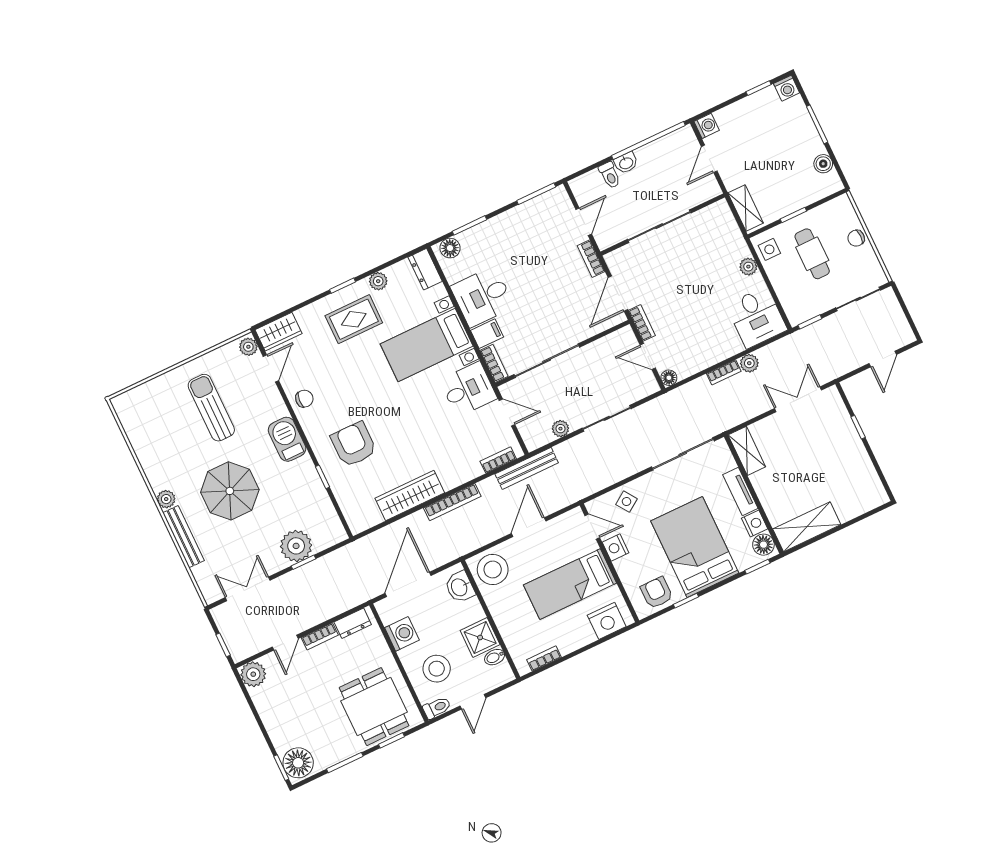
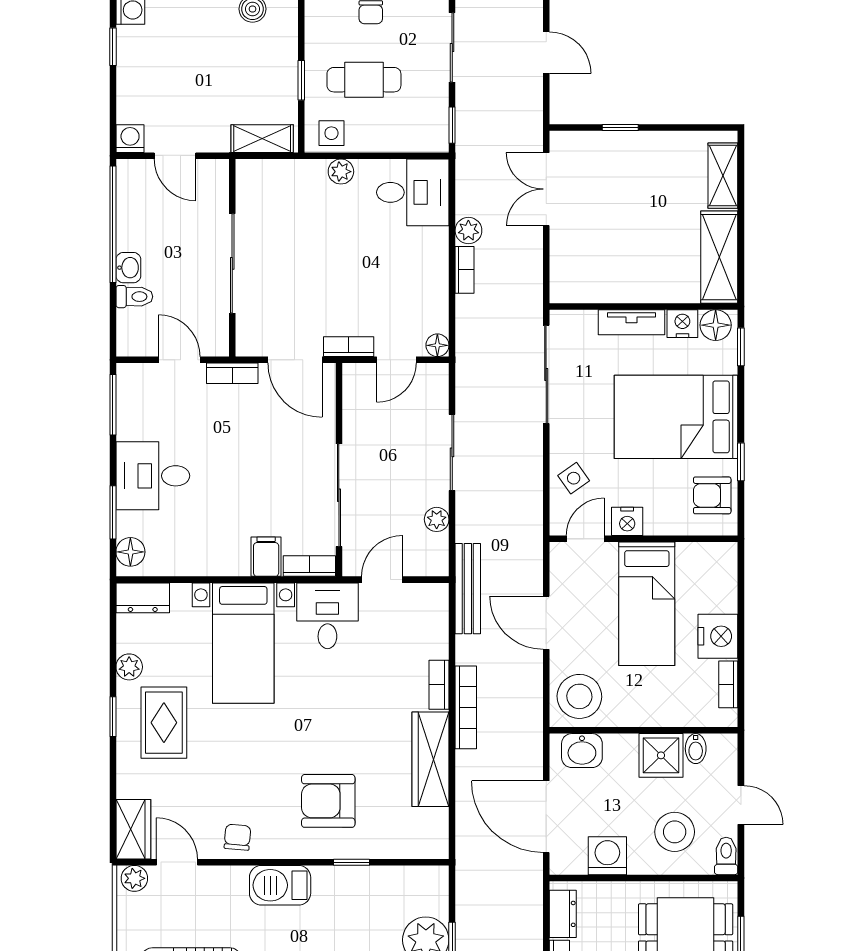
desk: (482, 297) -> (153, 476), moved, turned 90
shelving: (747, 451) -> (723, 176), moved, turned 90
bookcase: (498, 460) -> (439, 685), moved
nightstand: (607, 621) -> (718, 636), moved

